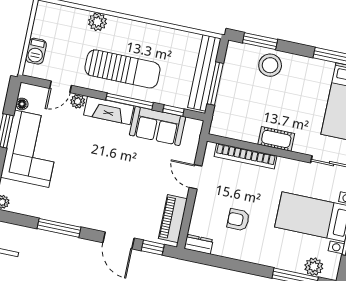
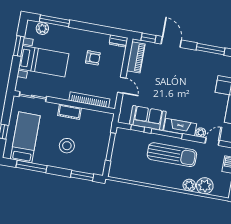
plant: (74, 20) -> (205, 186), added
stool: (270, 65) -> (67, 146), moved
sun lounger: (122, 69) -> (172, 155), turned 180
bench: (204, 73) -> (118, 154), removed

